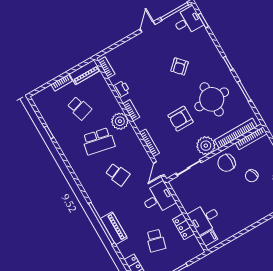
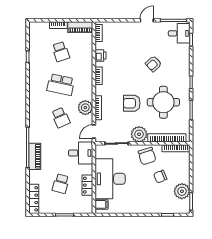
plant: (120, 121) -> (85, 108), moved
chair: (227, 163) -> (147, 156), turned -107
desk: (205, 218) -> (110, 179), width x1.87, depth x1.30

